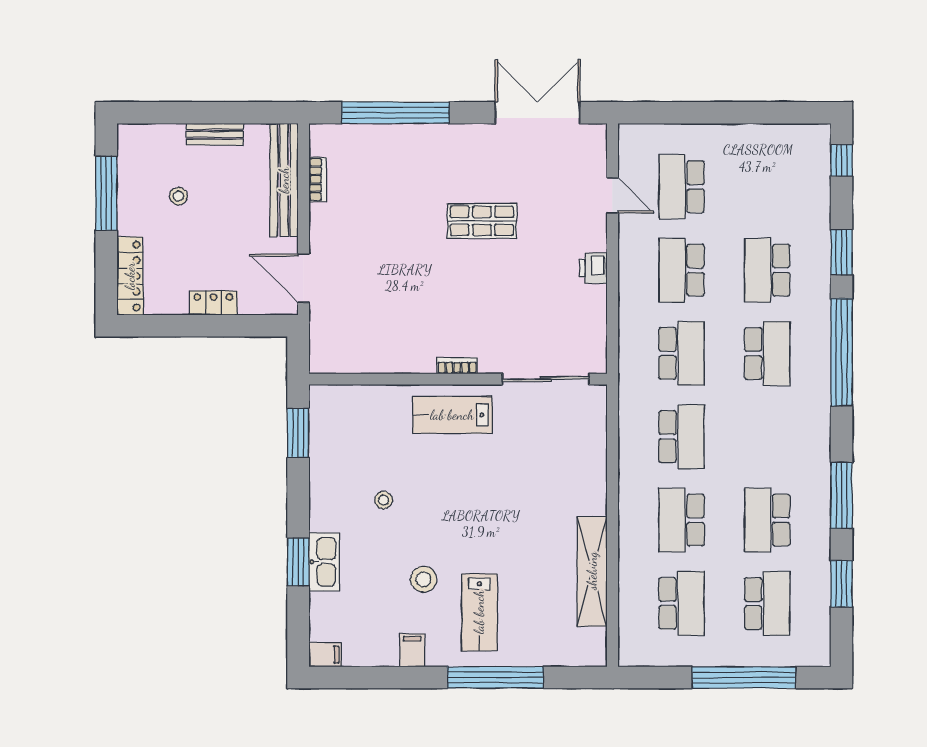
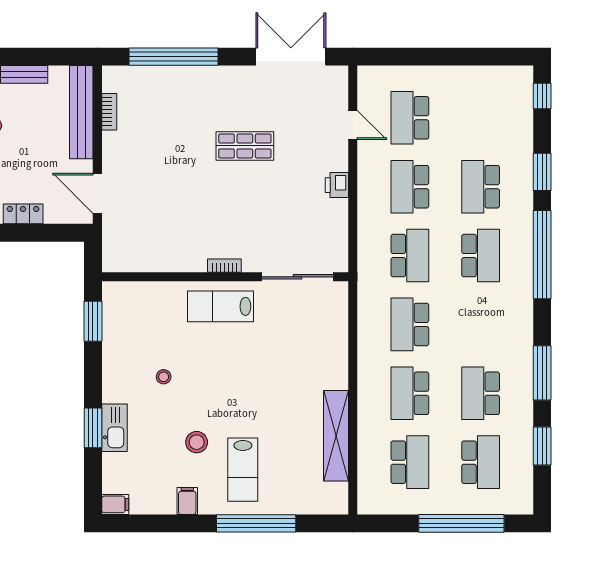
school desk: (682, 437) -> (410, 324), turned 180

